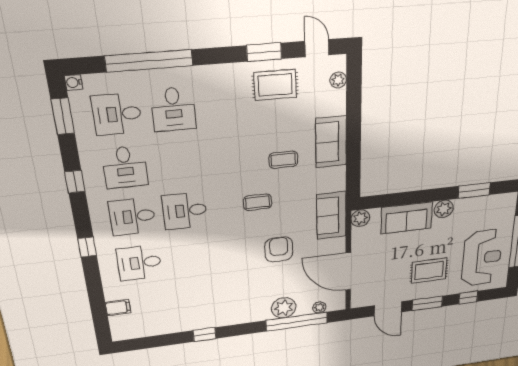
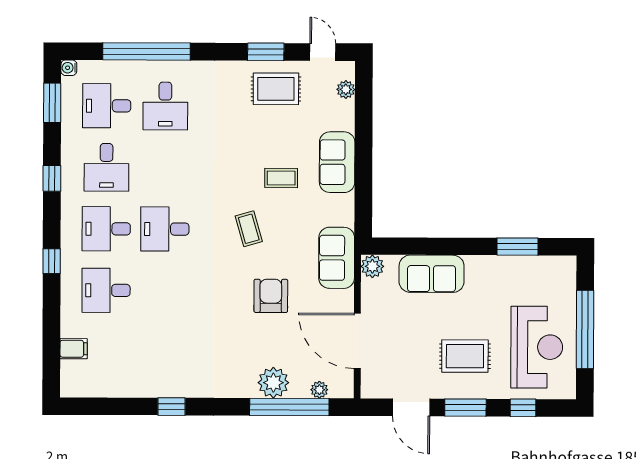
coffee table: (258, 202) -> (249, 229), turned 74
plant: (444, 209) -> (479, 267), removed

